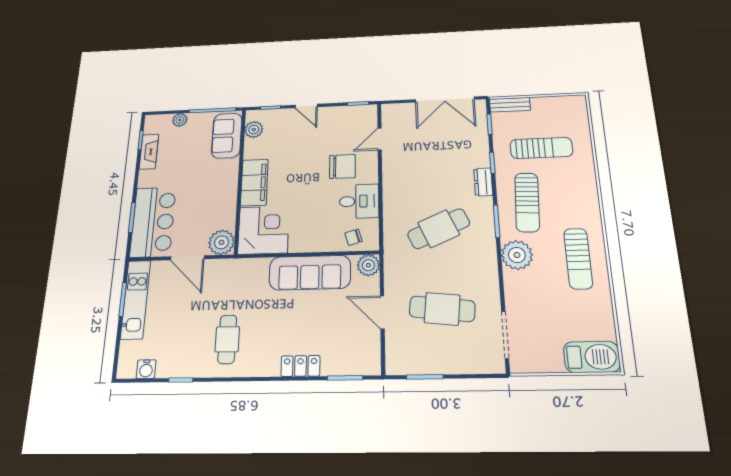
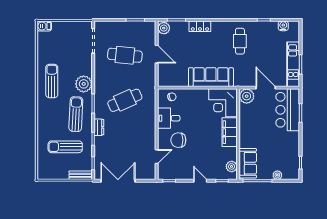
fireplace: (149, 152) -> (295, 155), removed
plant: (368, 265) -> (164, 28), moved
sofa: (310, 273) -> (211, 77), moved
barbecue: (592, 357) -> (44, 26), width x0.53, depth x0.65

